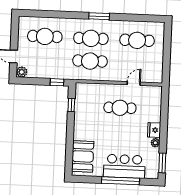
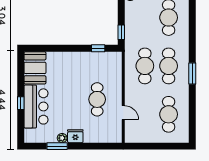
booth: (83, 156) -> (35, 68), moved, turned 90
window: (162, 163) -> (57, 146), moved
window: (120, 181) -> (21, 103), width x0.32

